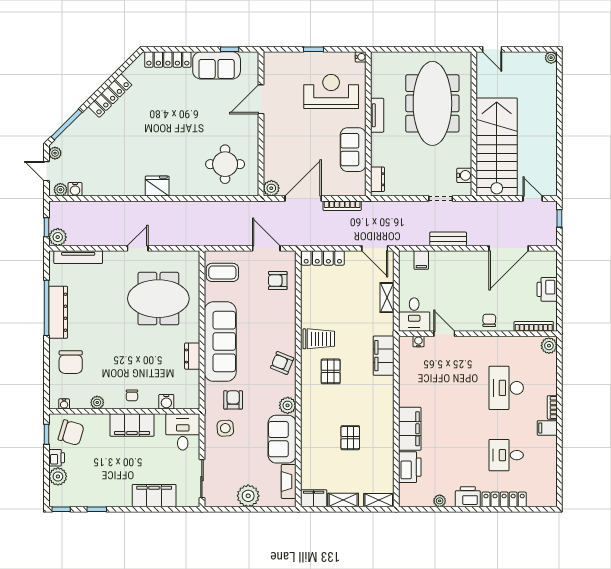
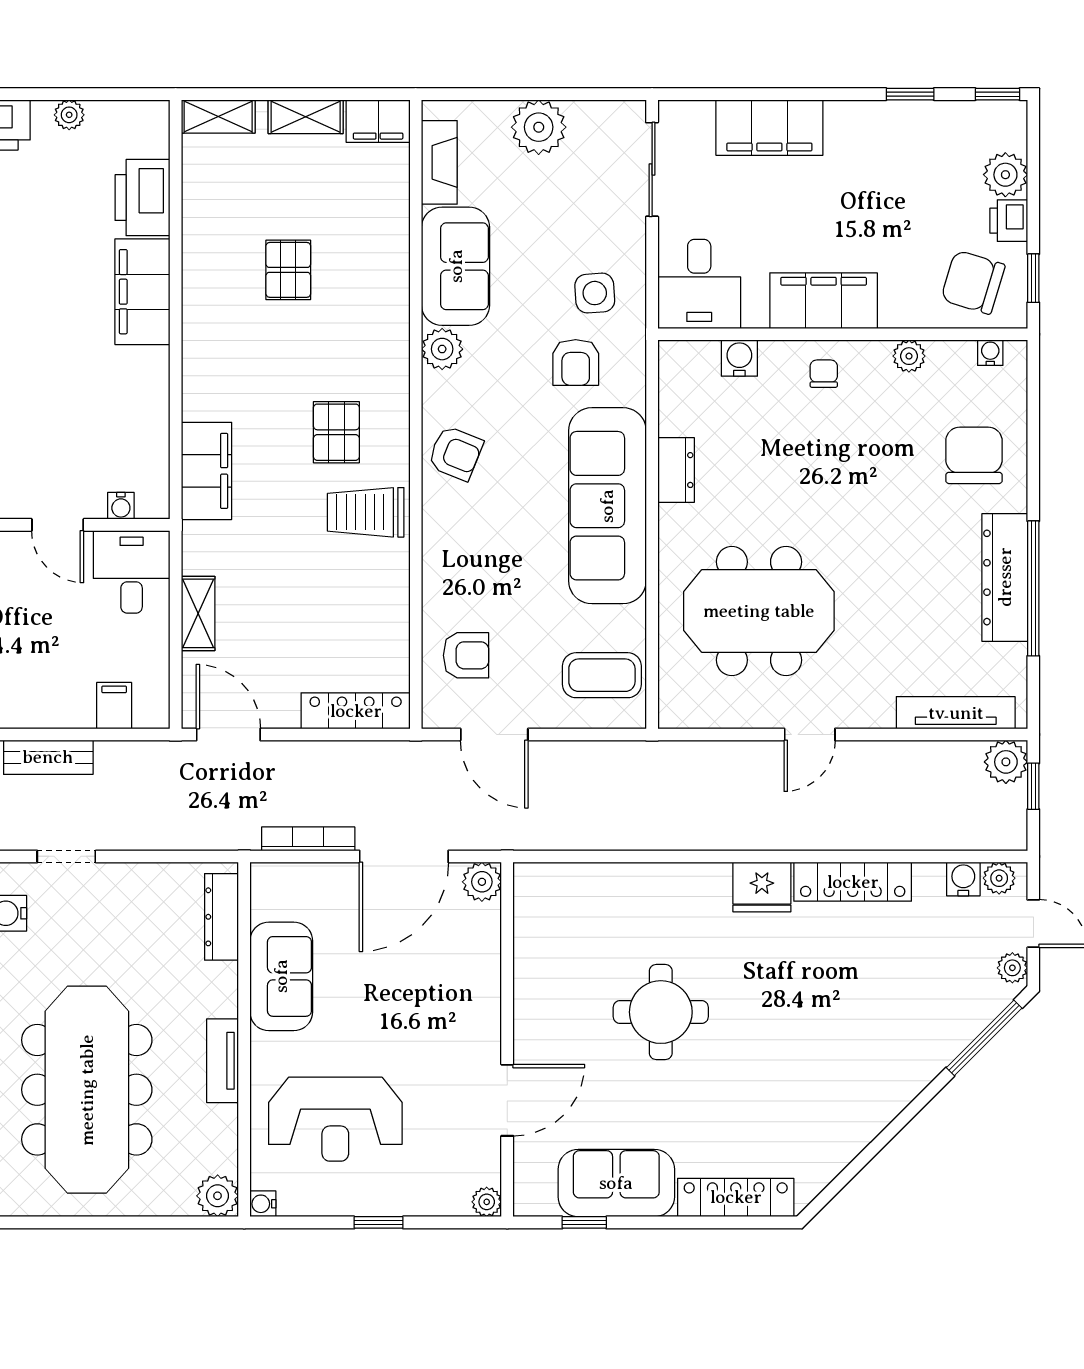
plant: (269, 58) -> (487, 1202), added
plant: (379, 60) -> (218, 1196), added
locker: (110, 96) -> (853, 882), moved, turned -135
round table: (225, 164) -> (661, 1012), moved
dresser: (377, 179) -> (222, 917), width x1.44

